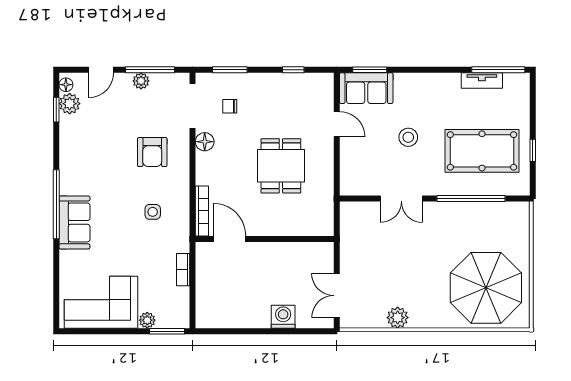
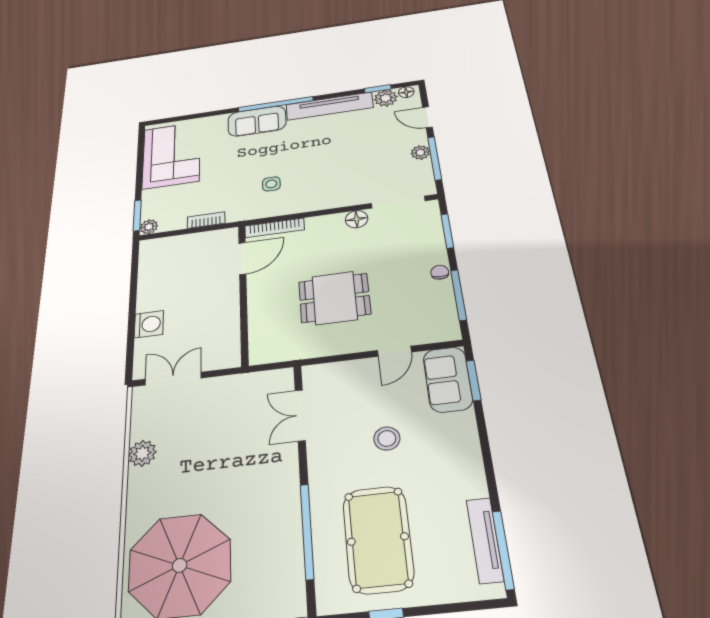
window: (293, 70) -> (459, 295), width x2.17
tv unit: (482, 81) -> (485, 540), width x1.41
chair: (230, 106) -> (440, 272), moved
armchair: (152, 152) -> (340, 174), removed
tv unit: (69, 155) -> (329, 106), added
double door: (401, 199) -> (300, 415), moved
plant: (147, 320) -> (149, 227), moved

